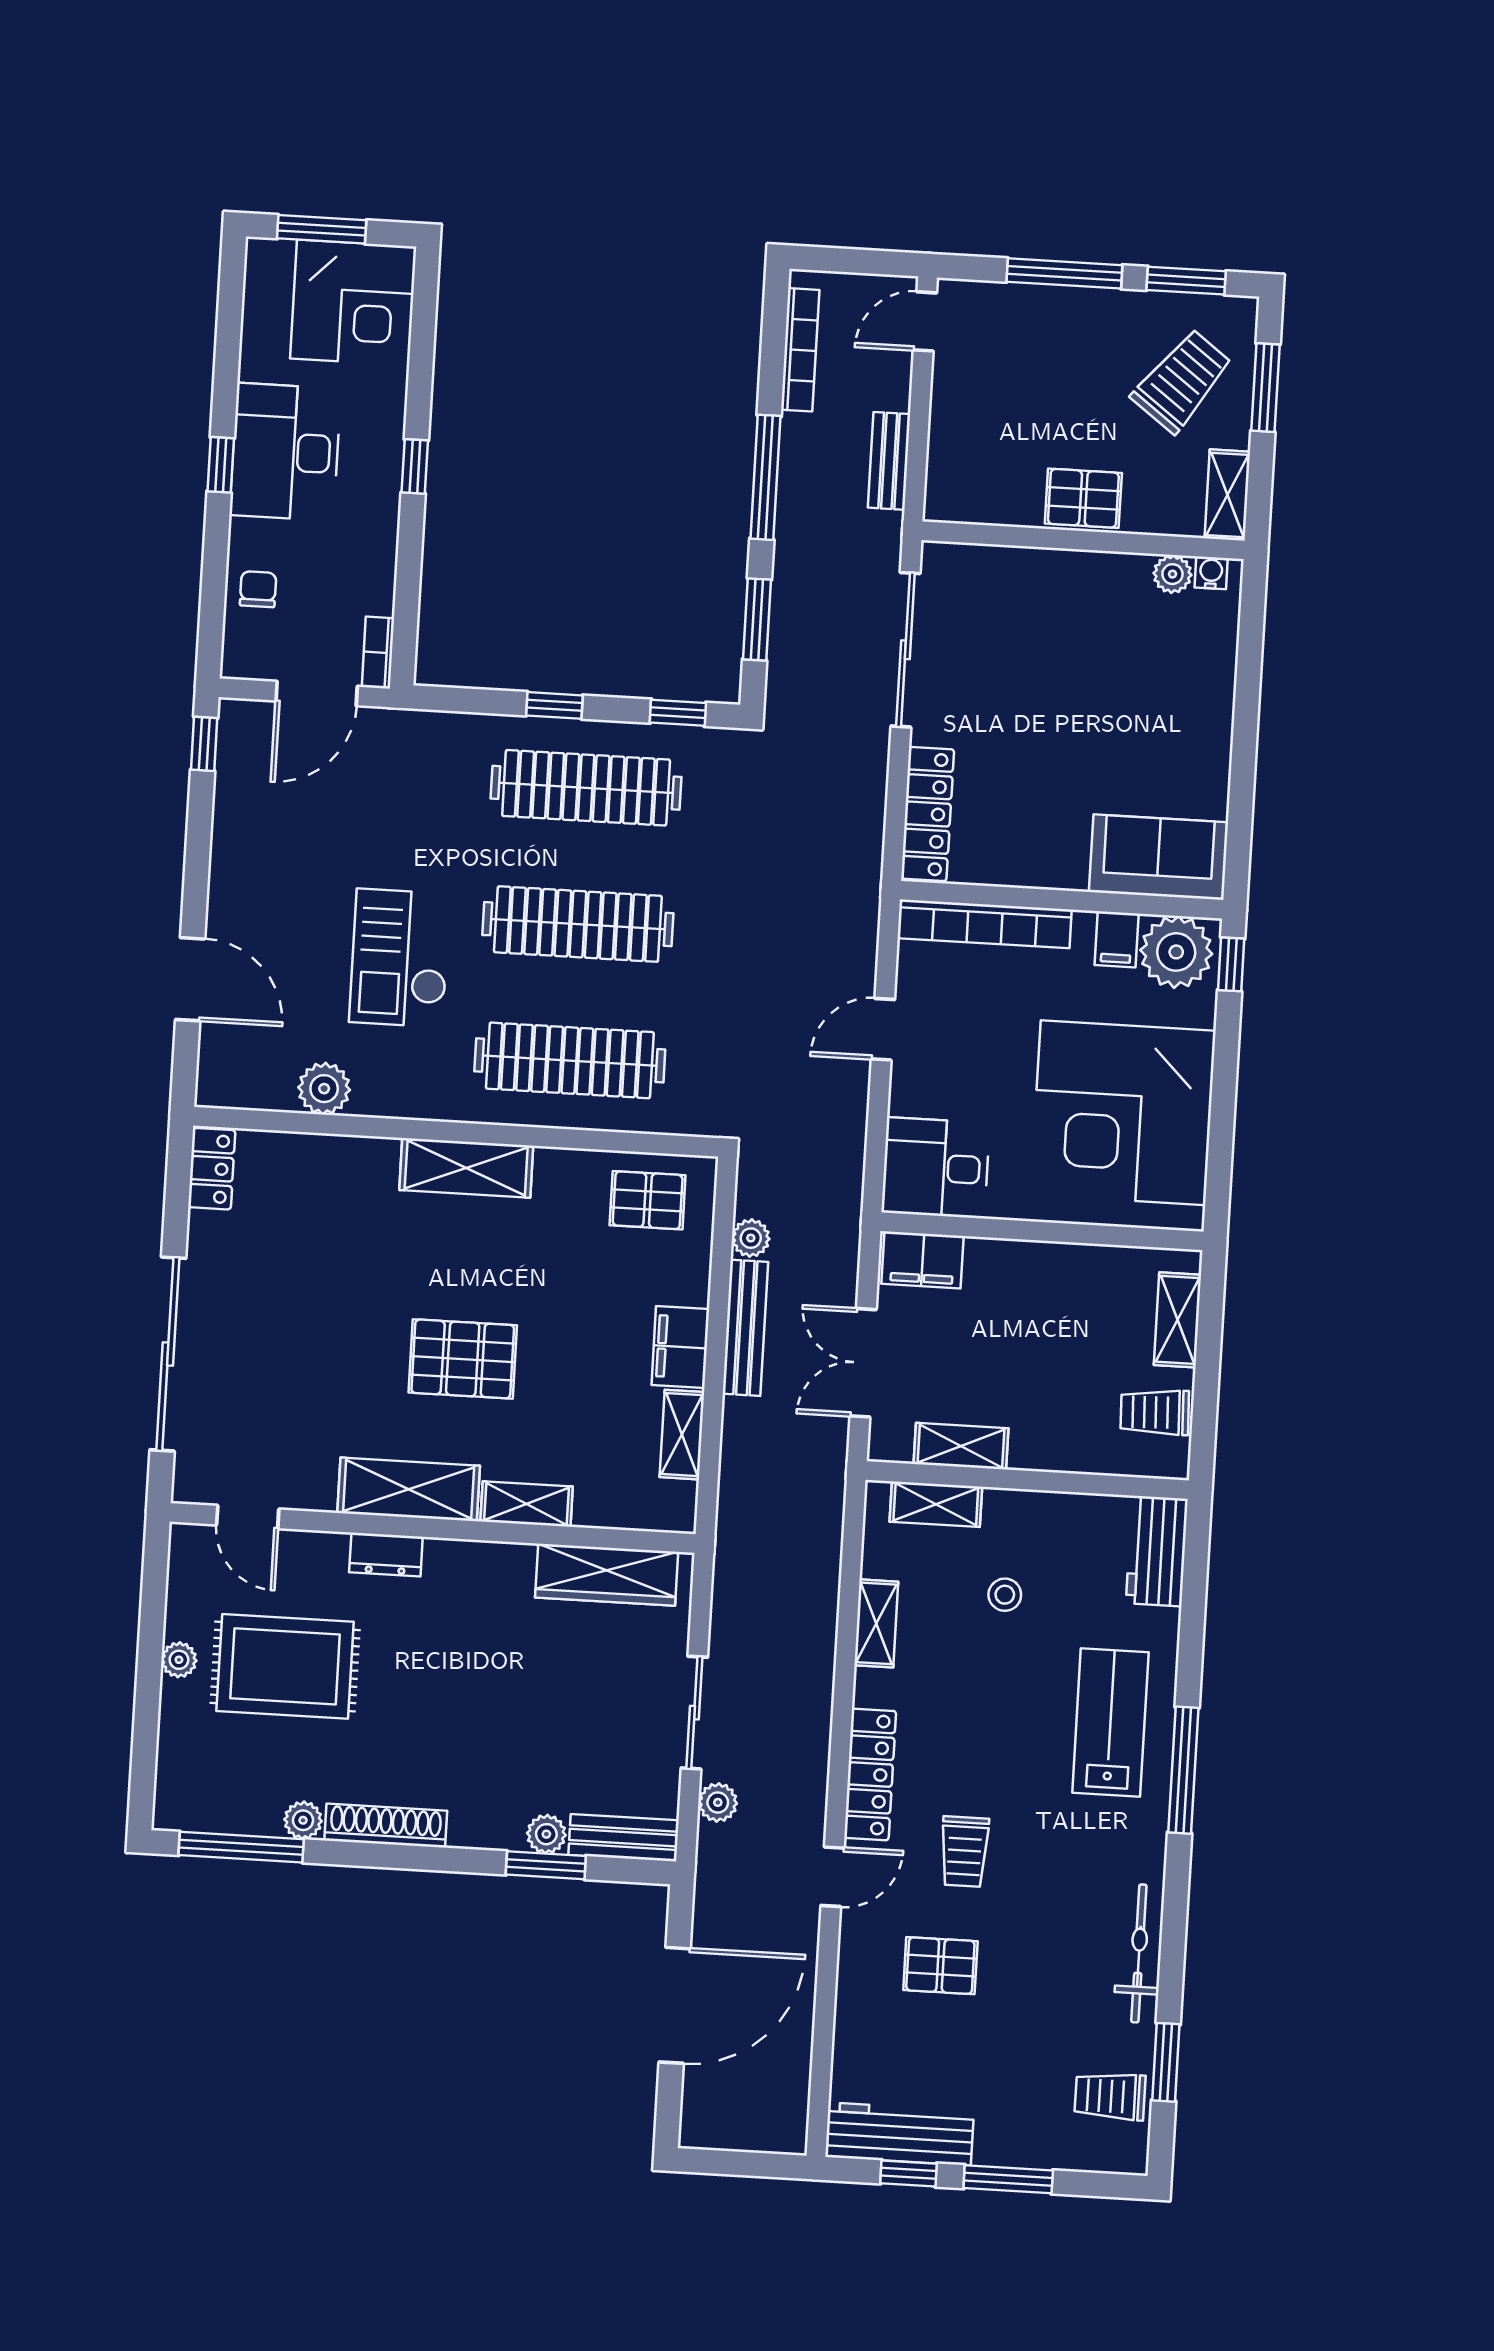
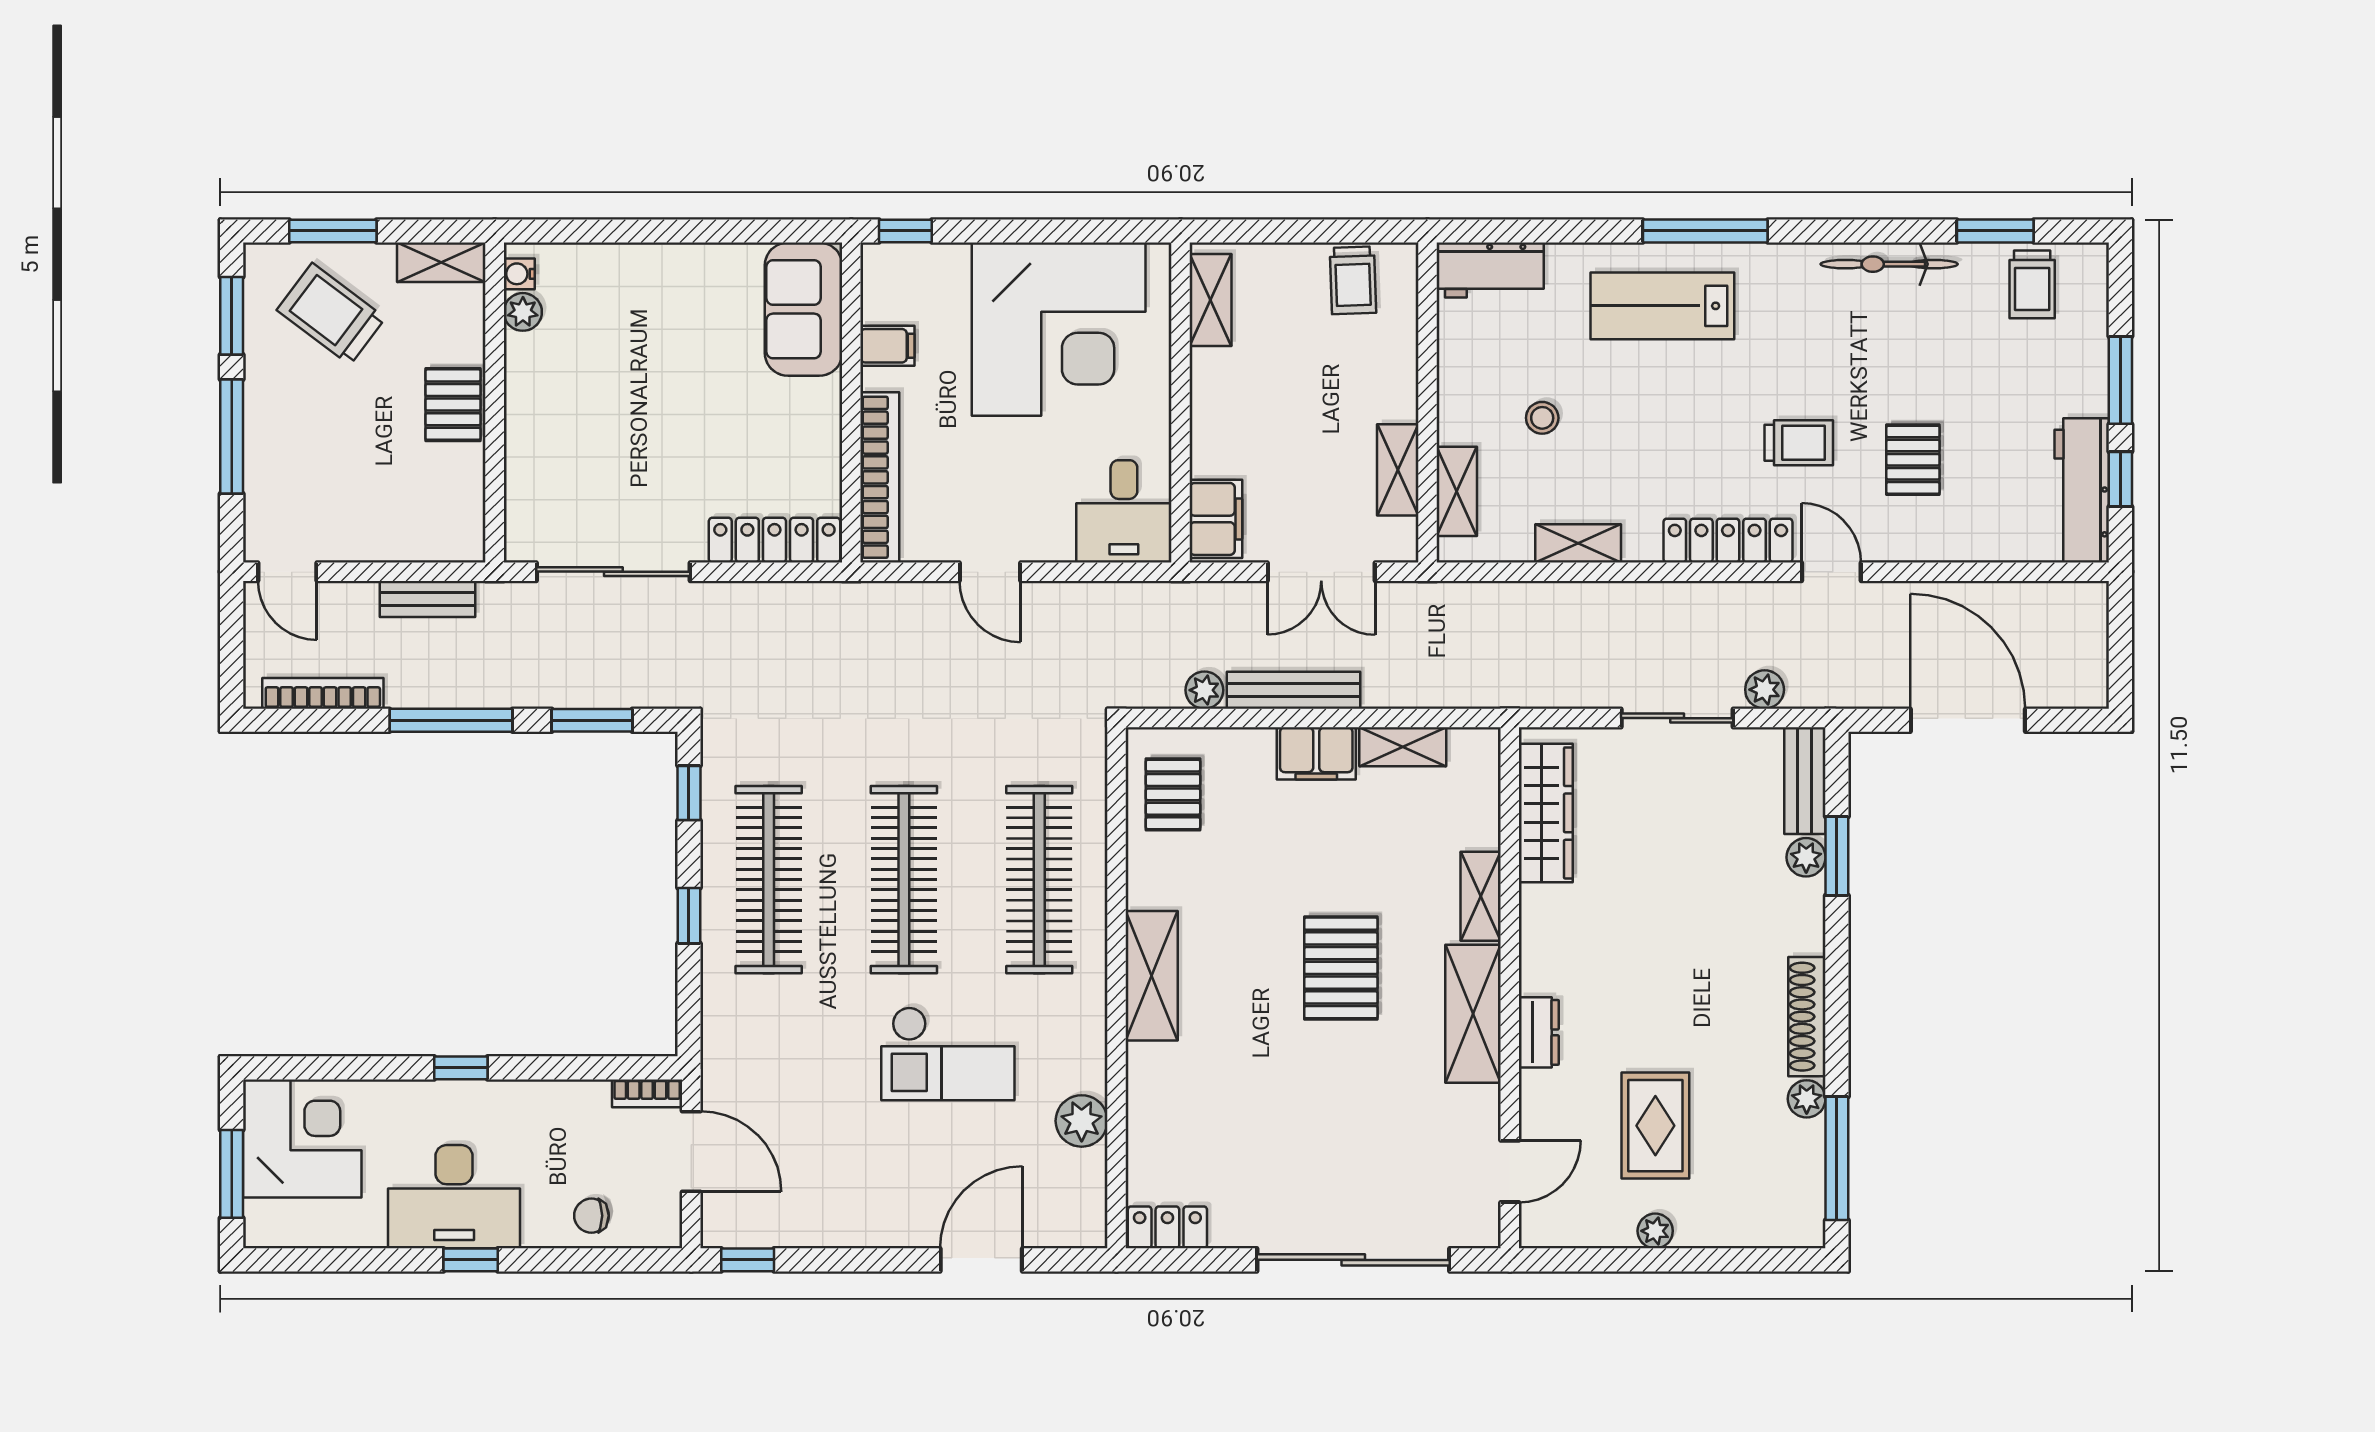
plant: (1176, 952) -> (896, 286), removed
shelving: (1177, 1320) -> (1211, 300), moved, turned 90
rug: (285, 1666) -> (1655, 1126), width x0.73, depth x0.70

